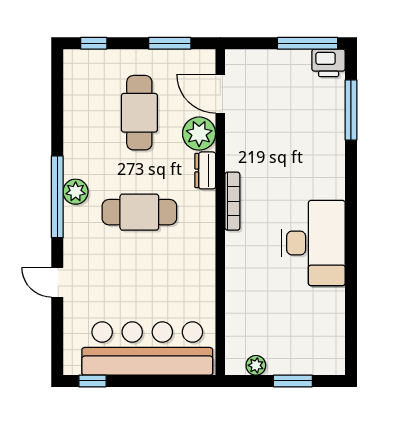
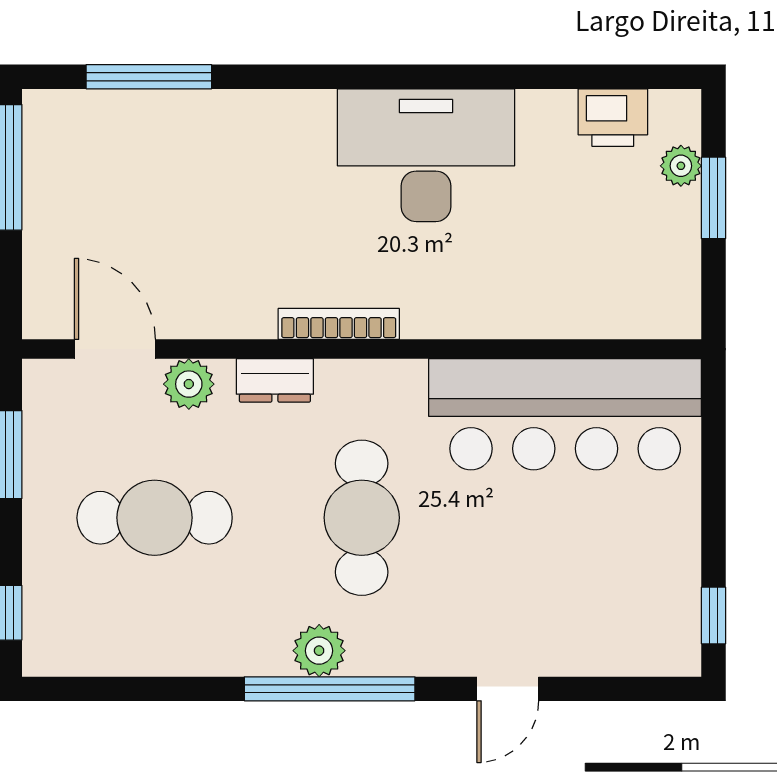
printer: (329, 63) -> (613, 118), moved, turned 90
door: (220, 94) -> (115, 349), swing flipped
plant: (199, 134) -> (189, 384), width x0.73, depth x0.73
bar counter: (147, 349) -> (565, 414), moved, turned -90
plant: (256, 365) -> (681, 166), moved

